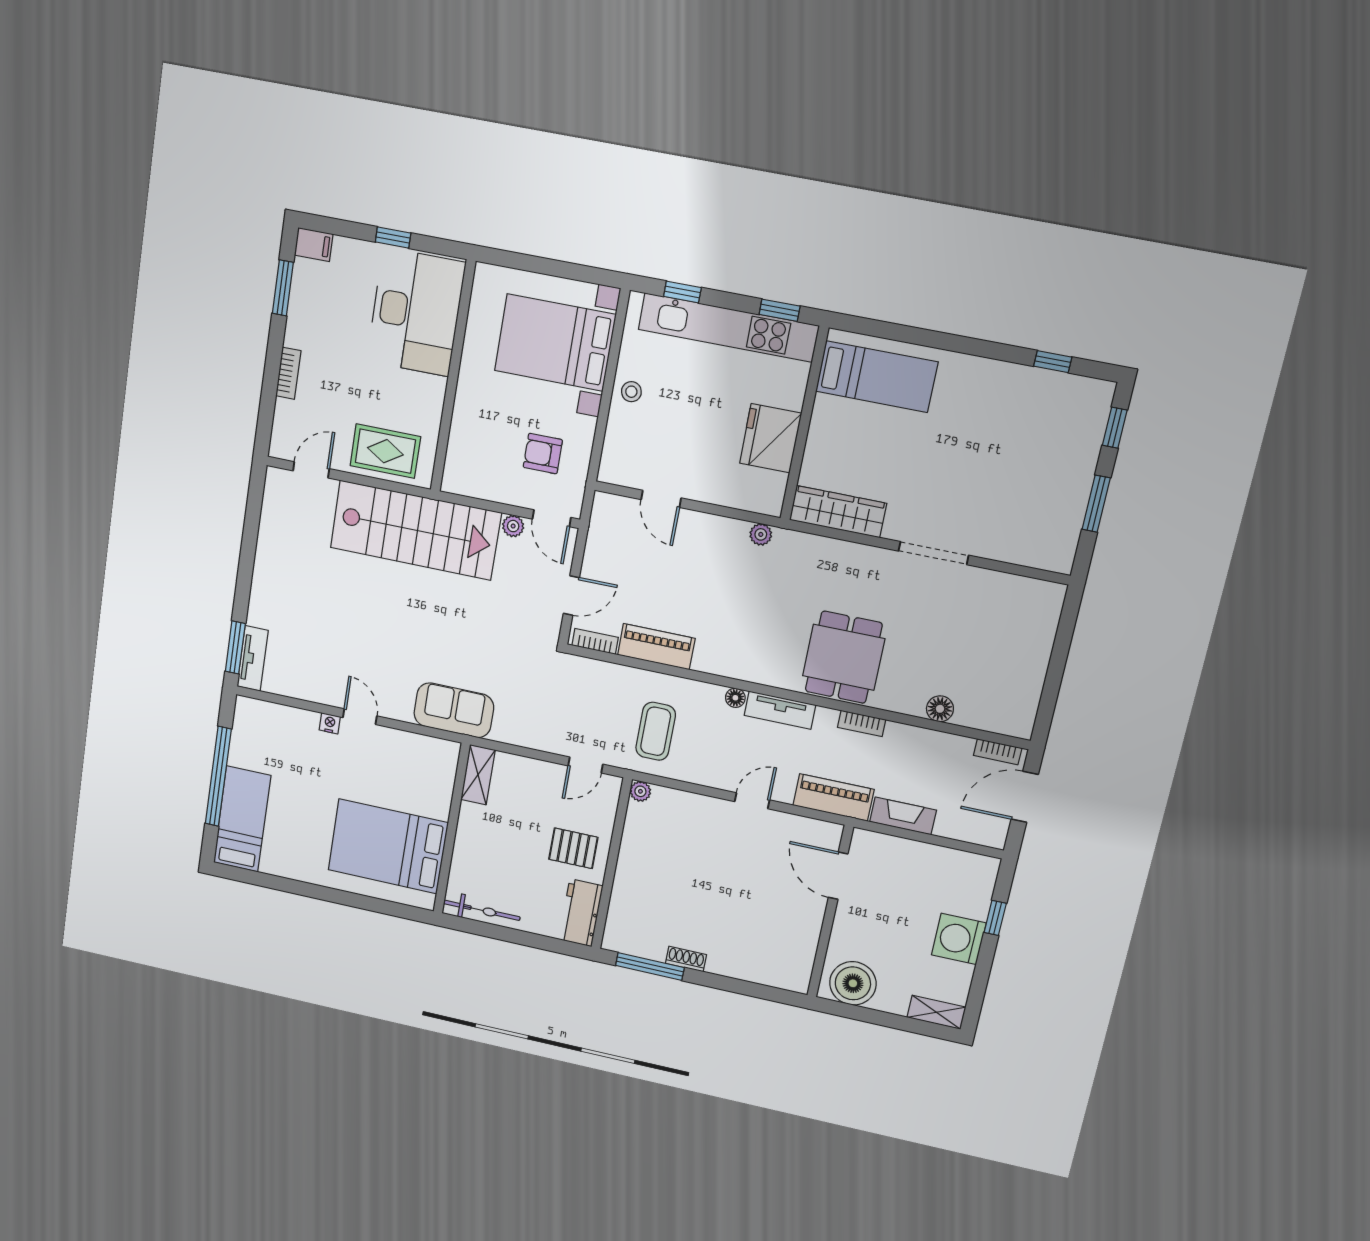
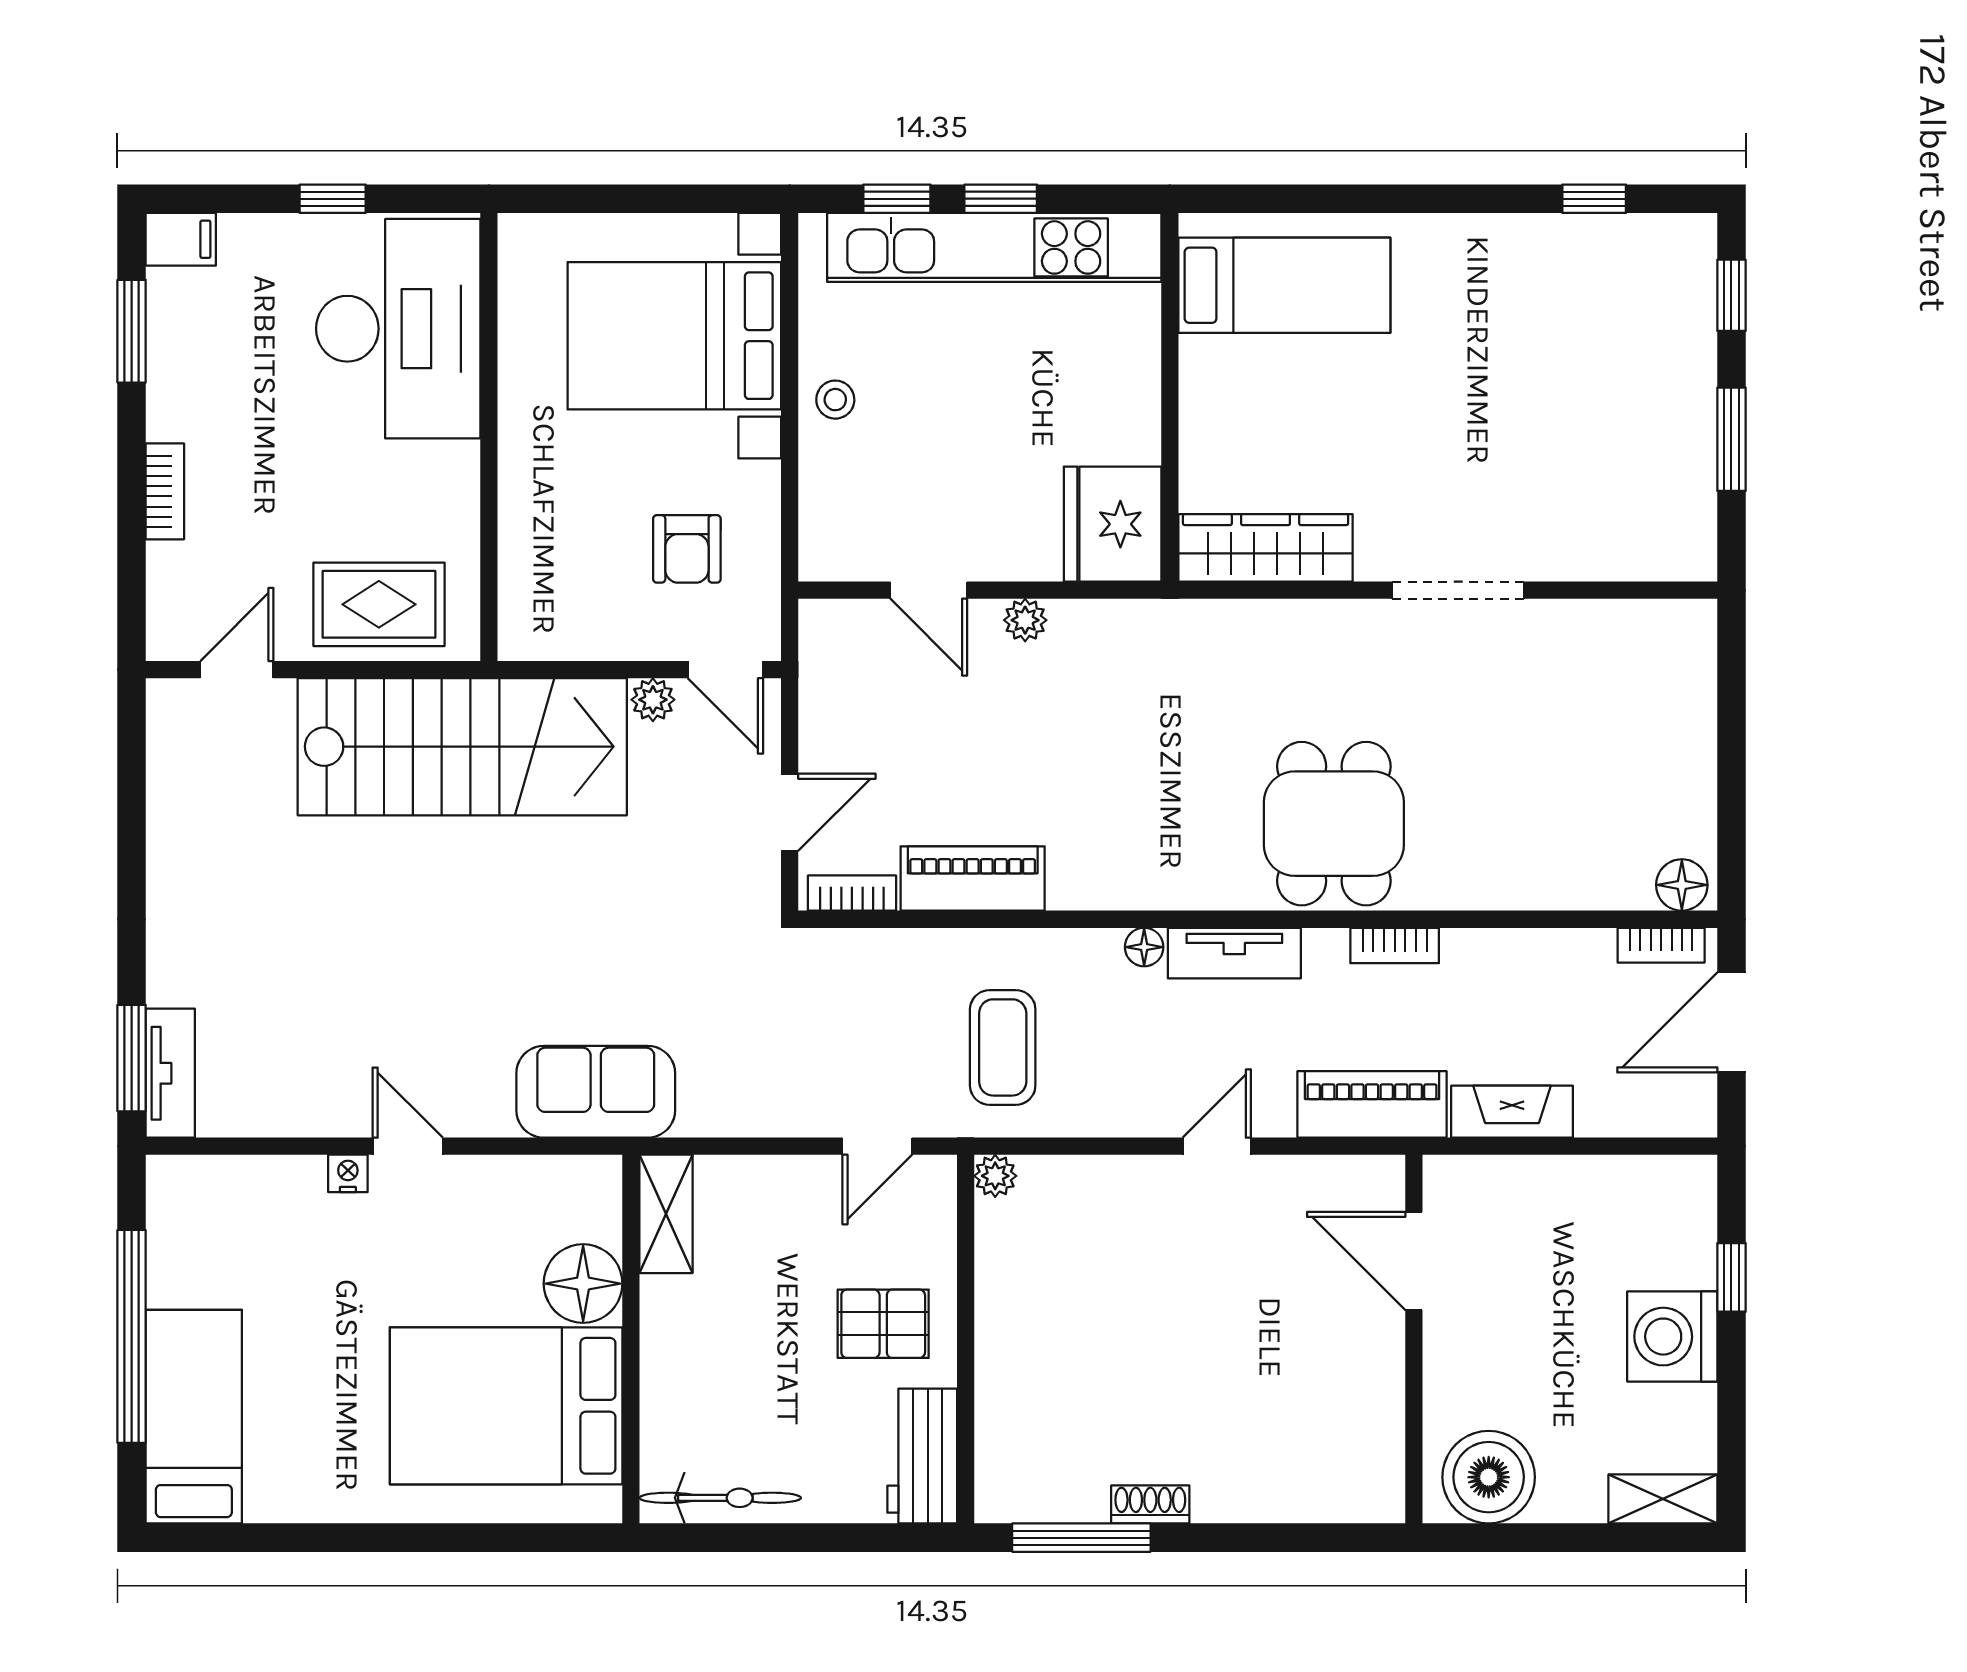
window: (780, 310) -> (1001, 199), moved
fridge: (771, 438) -> (1113, 524), moved
armchair: (543, 454) -> (687, 549), turned -90
plant: (761, 534) -> (1025, 620), moved
floor lamp: (940, 709) -> (1682, 885), moved
floor lamp: (433, 798) -> (583, 1284), added

